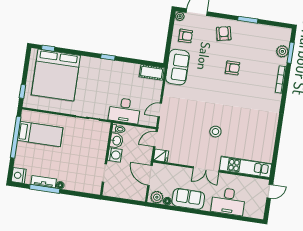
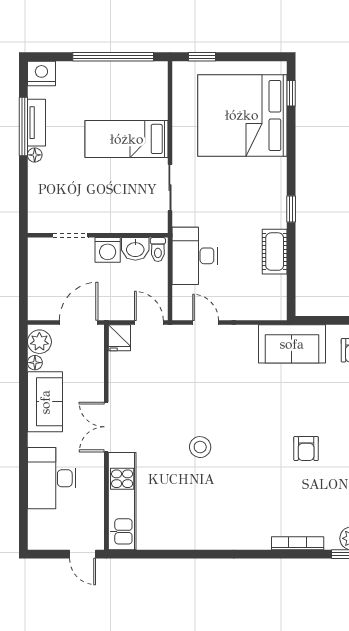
cot: (152, 72) -> (275, 252), moved
stool: (215, 132) -> (200, 447), moved
bed: (40, 134) -> (127, 139), moved, turned 90

